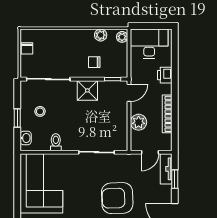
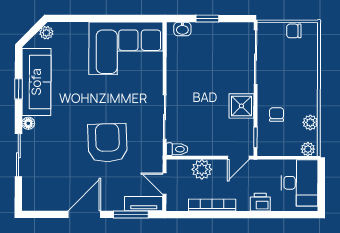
door: (129, 93) -> (238, 158), hinge flipped
stool: (40, 111) -> (215, 47), removed
toilet: (56, 142) -> (177, 149), moved
window: (175, 179) -> (131, 214), width x1.50

